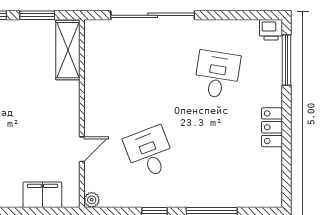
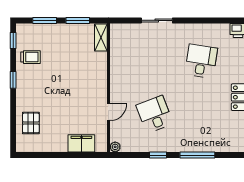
sliding door: (153, 15) -> (157, 20), width x0.54
shelving: (68, 50) -> (101, 37), width x0.67, depth x0.75

